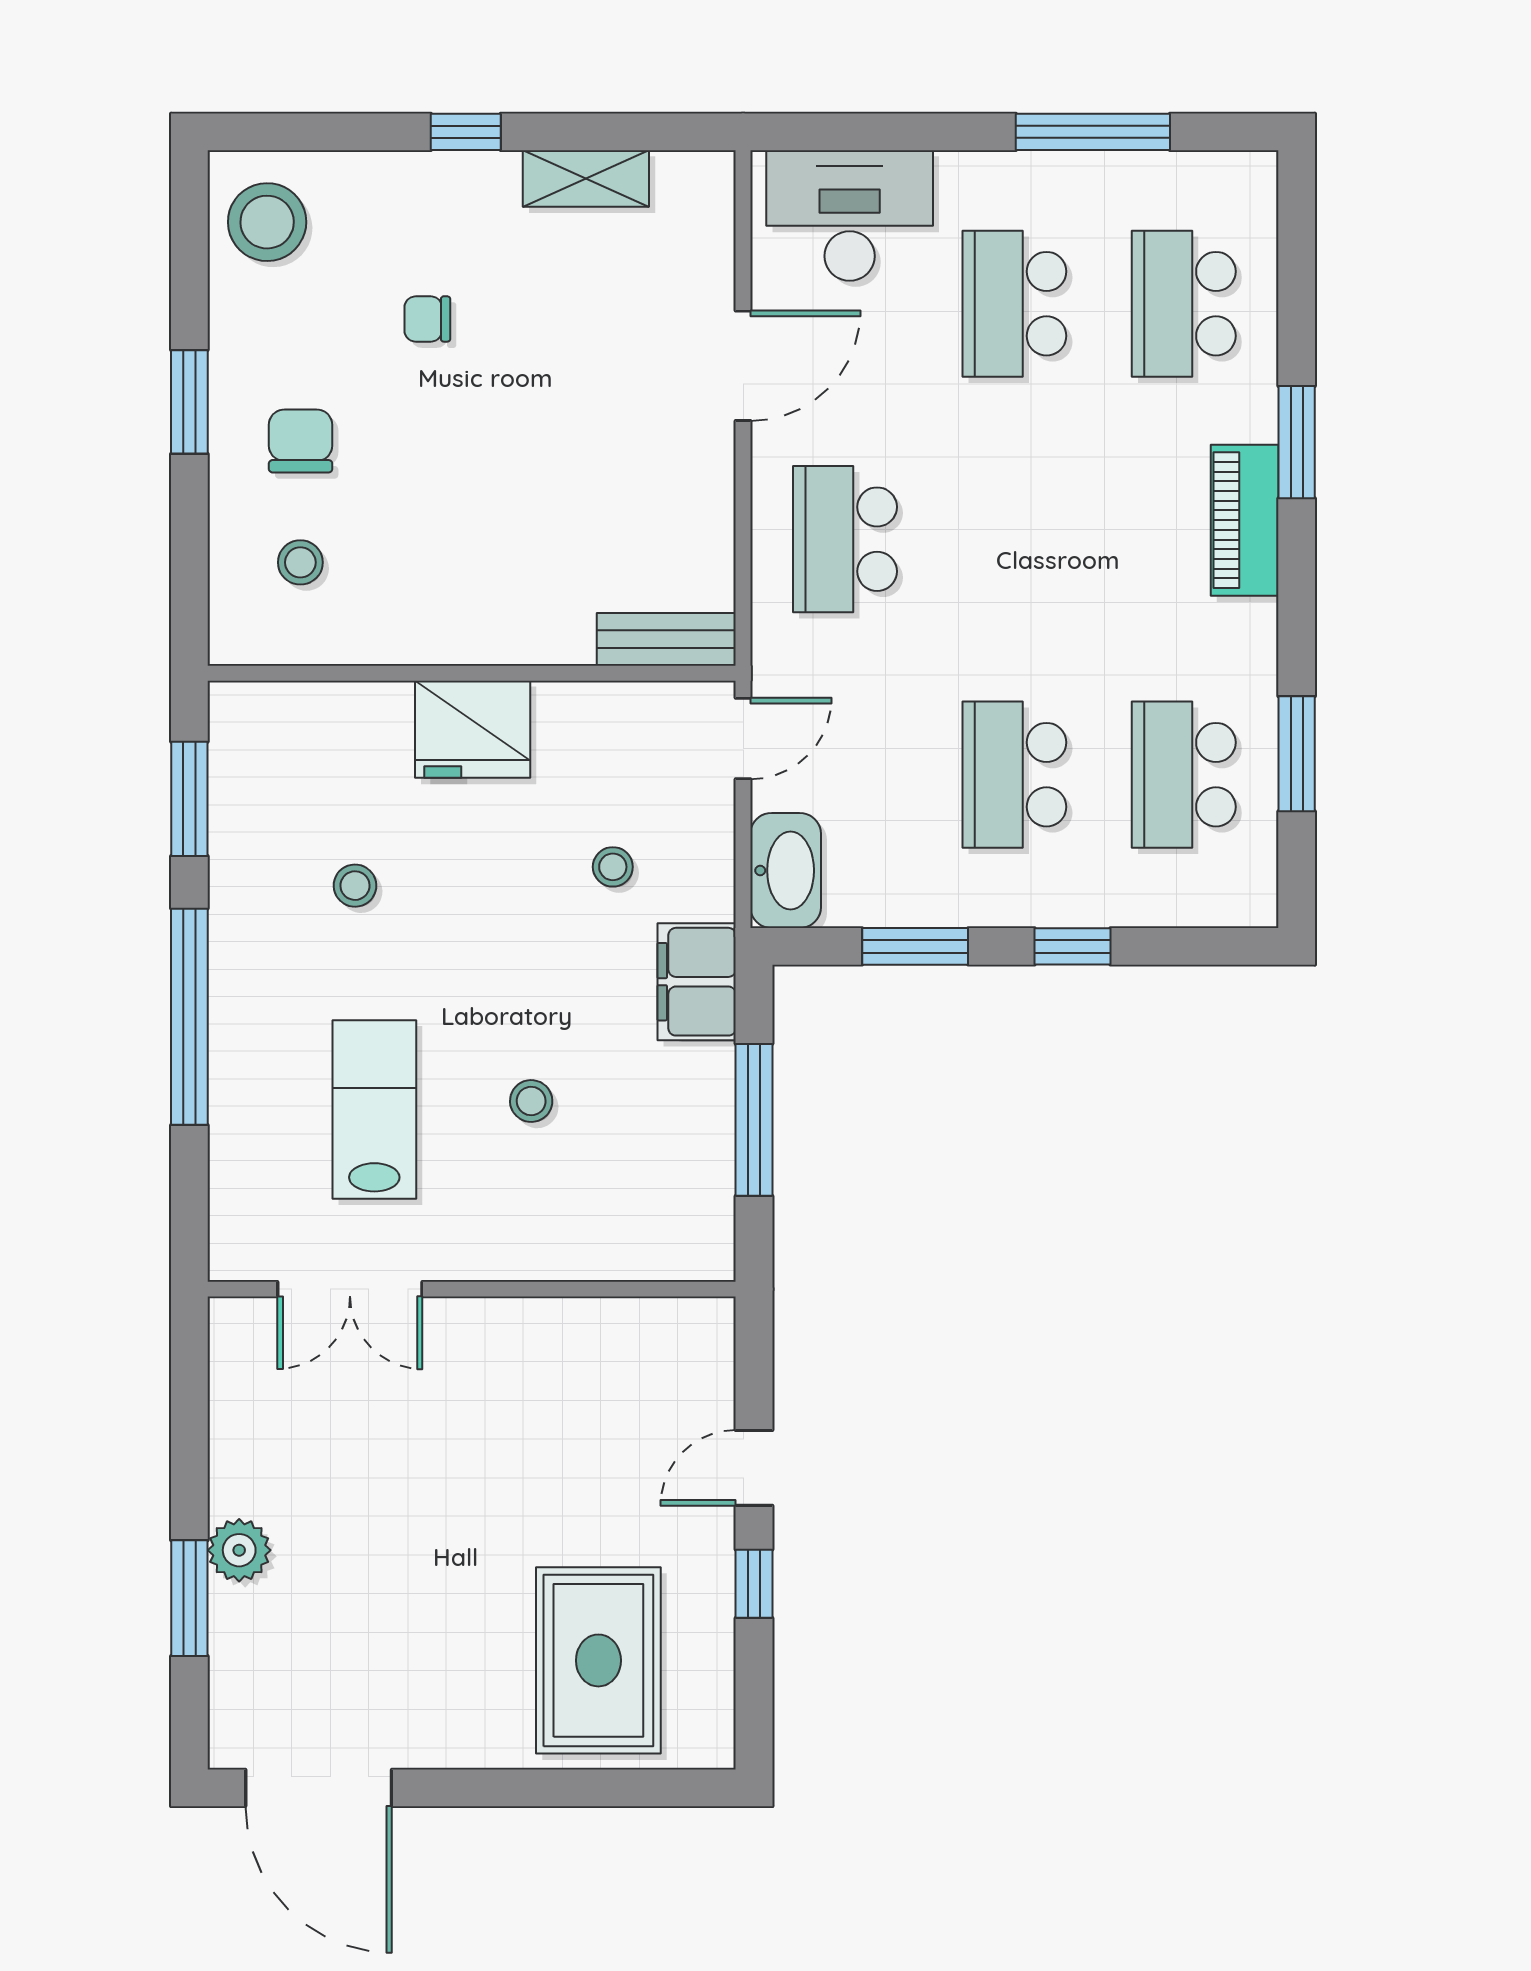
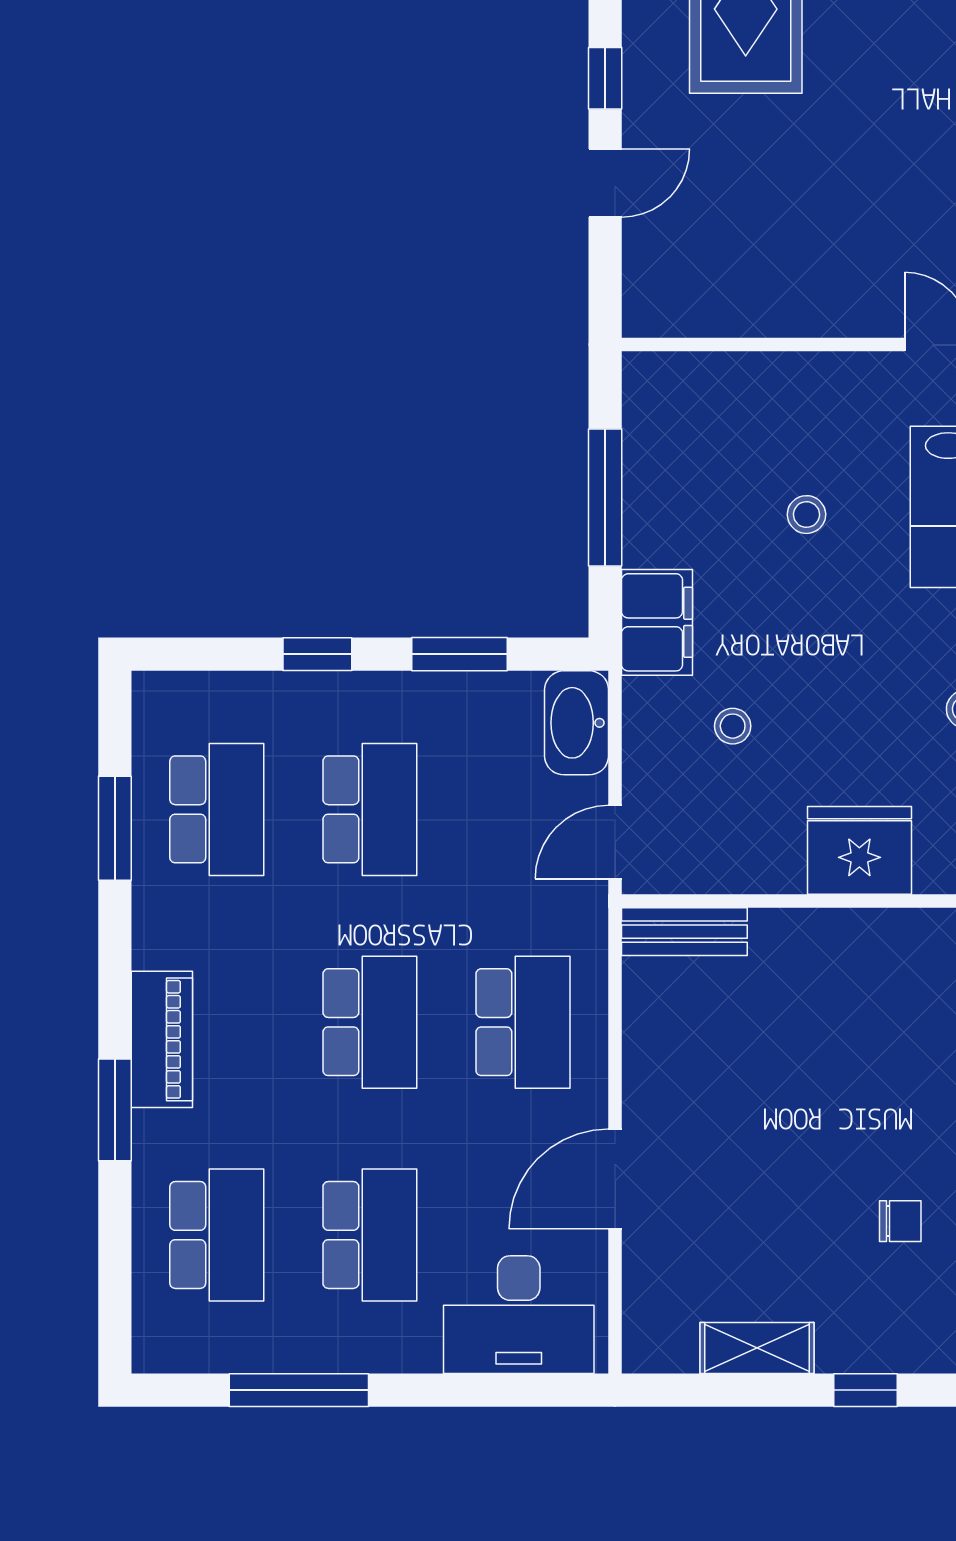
school desk: (1014, 539) -> (370, 1022), added

